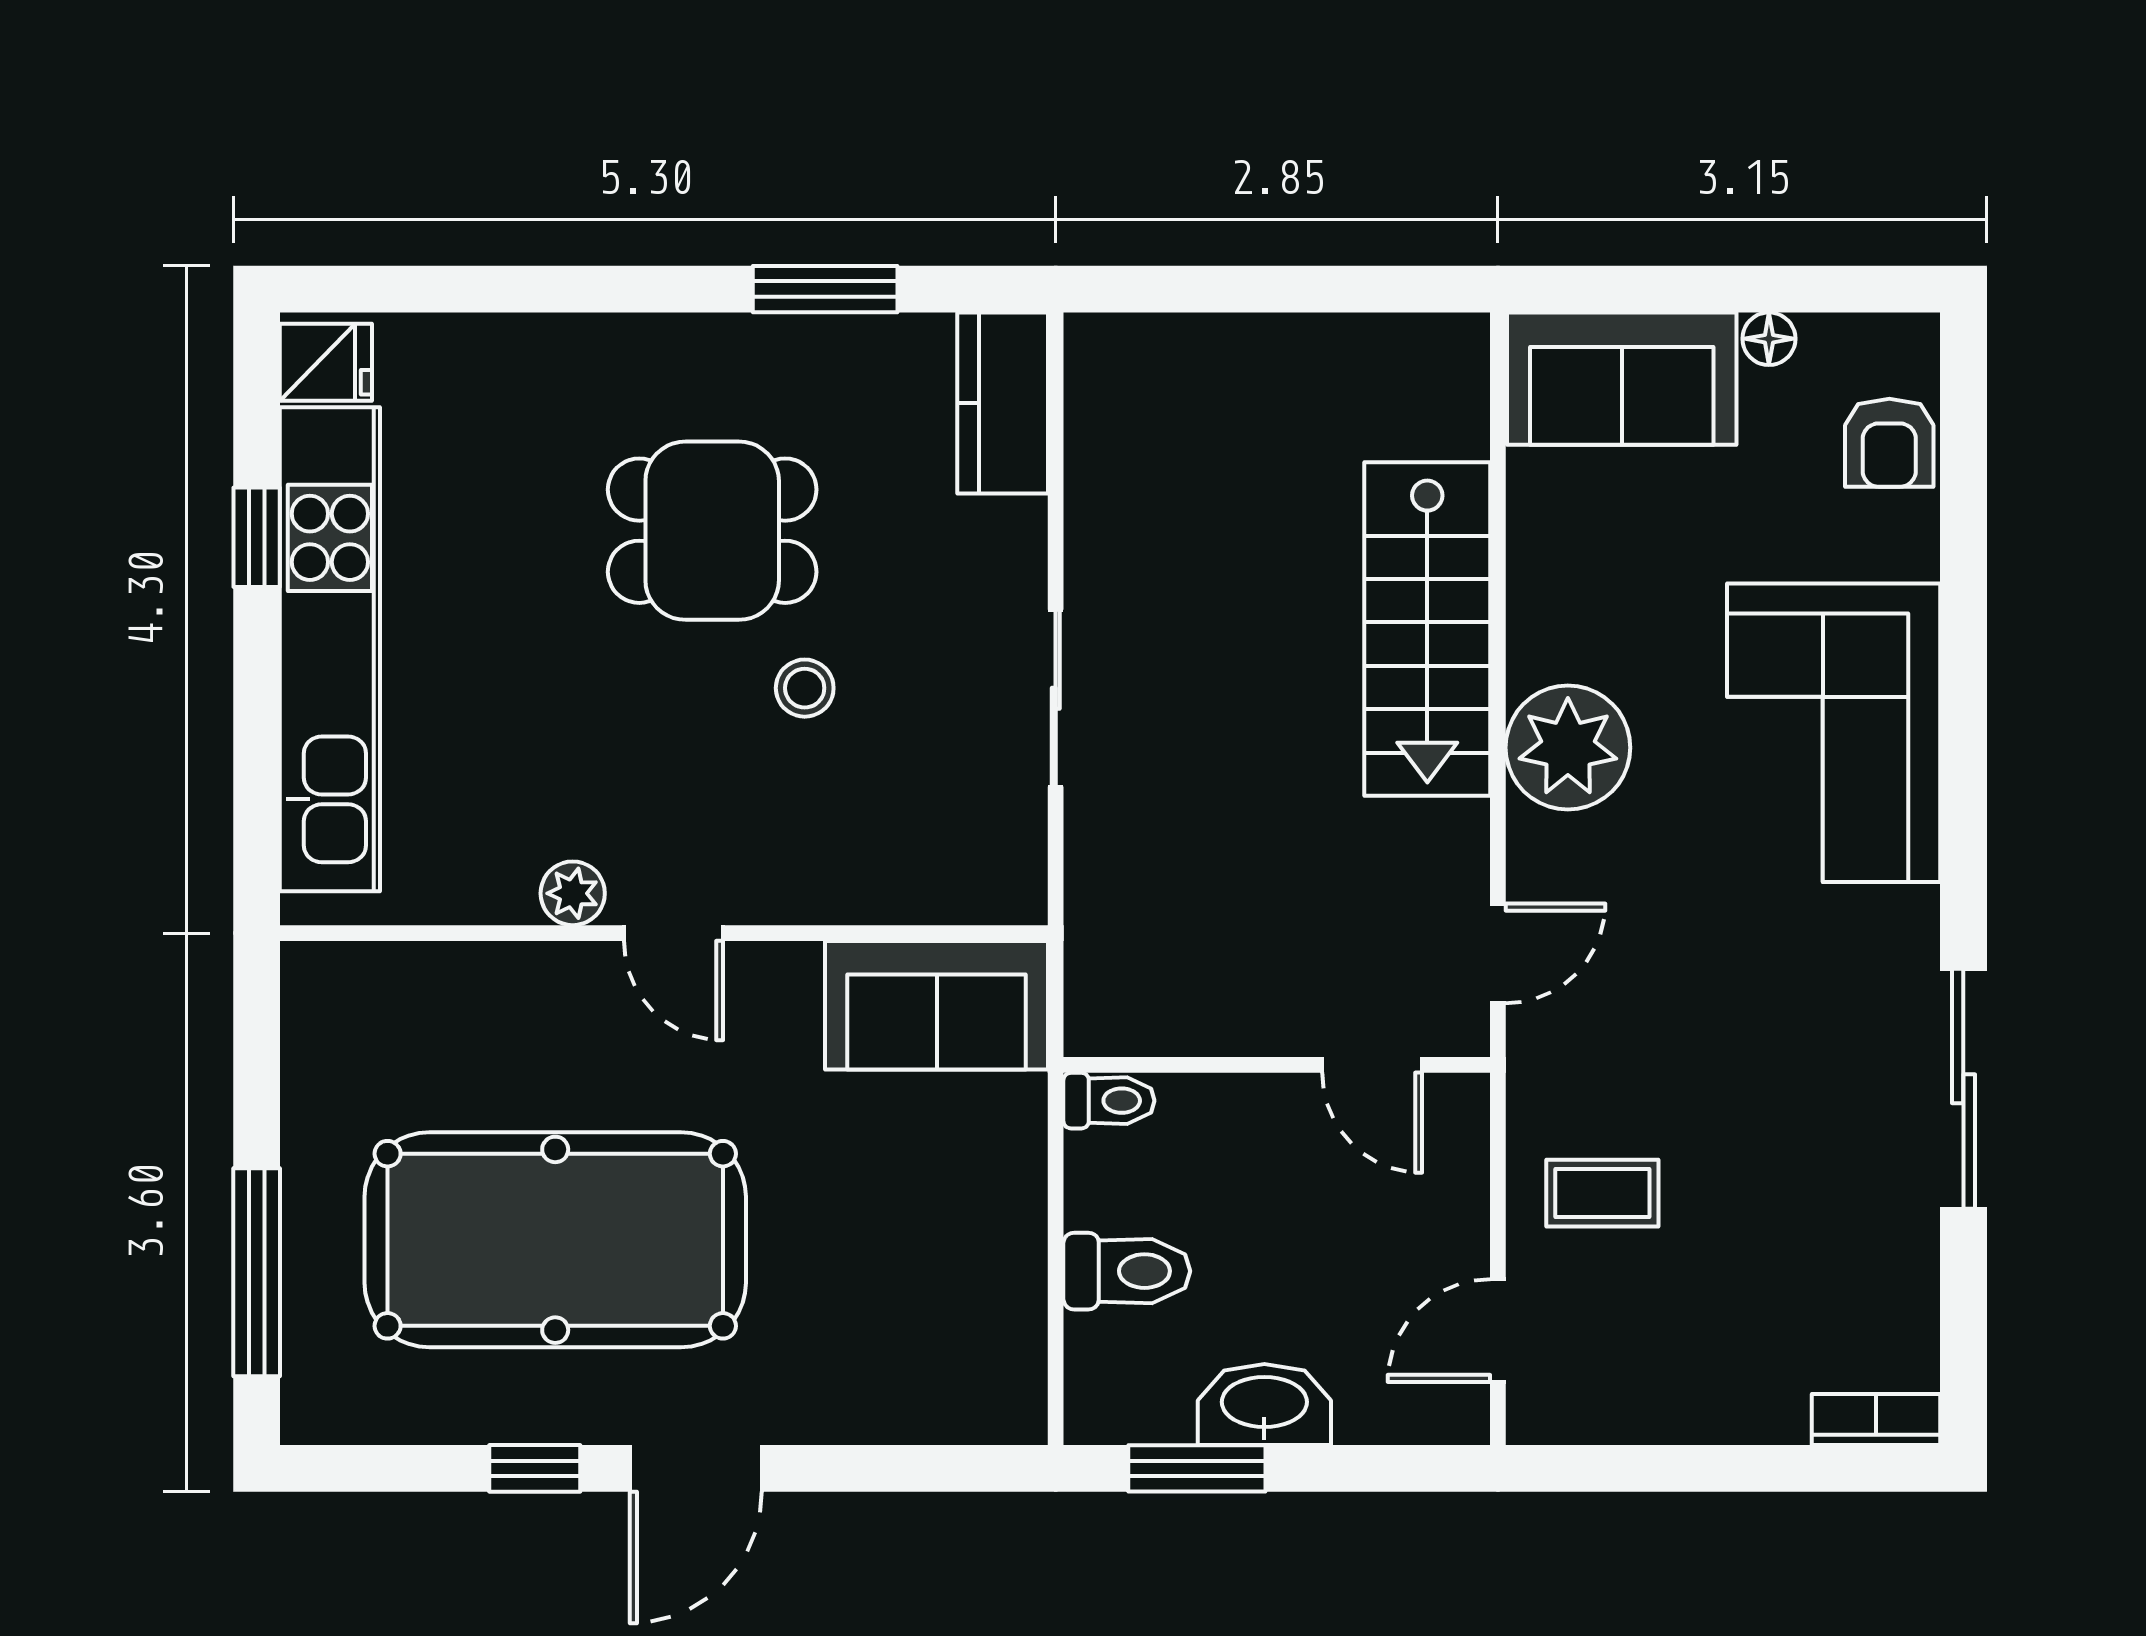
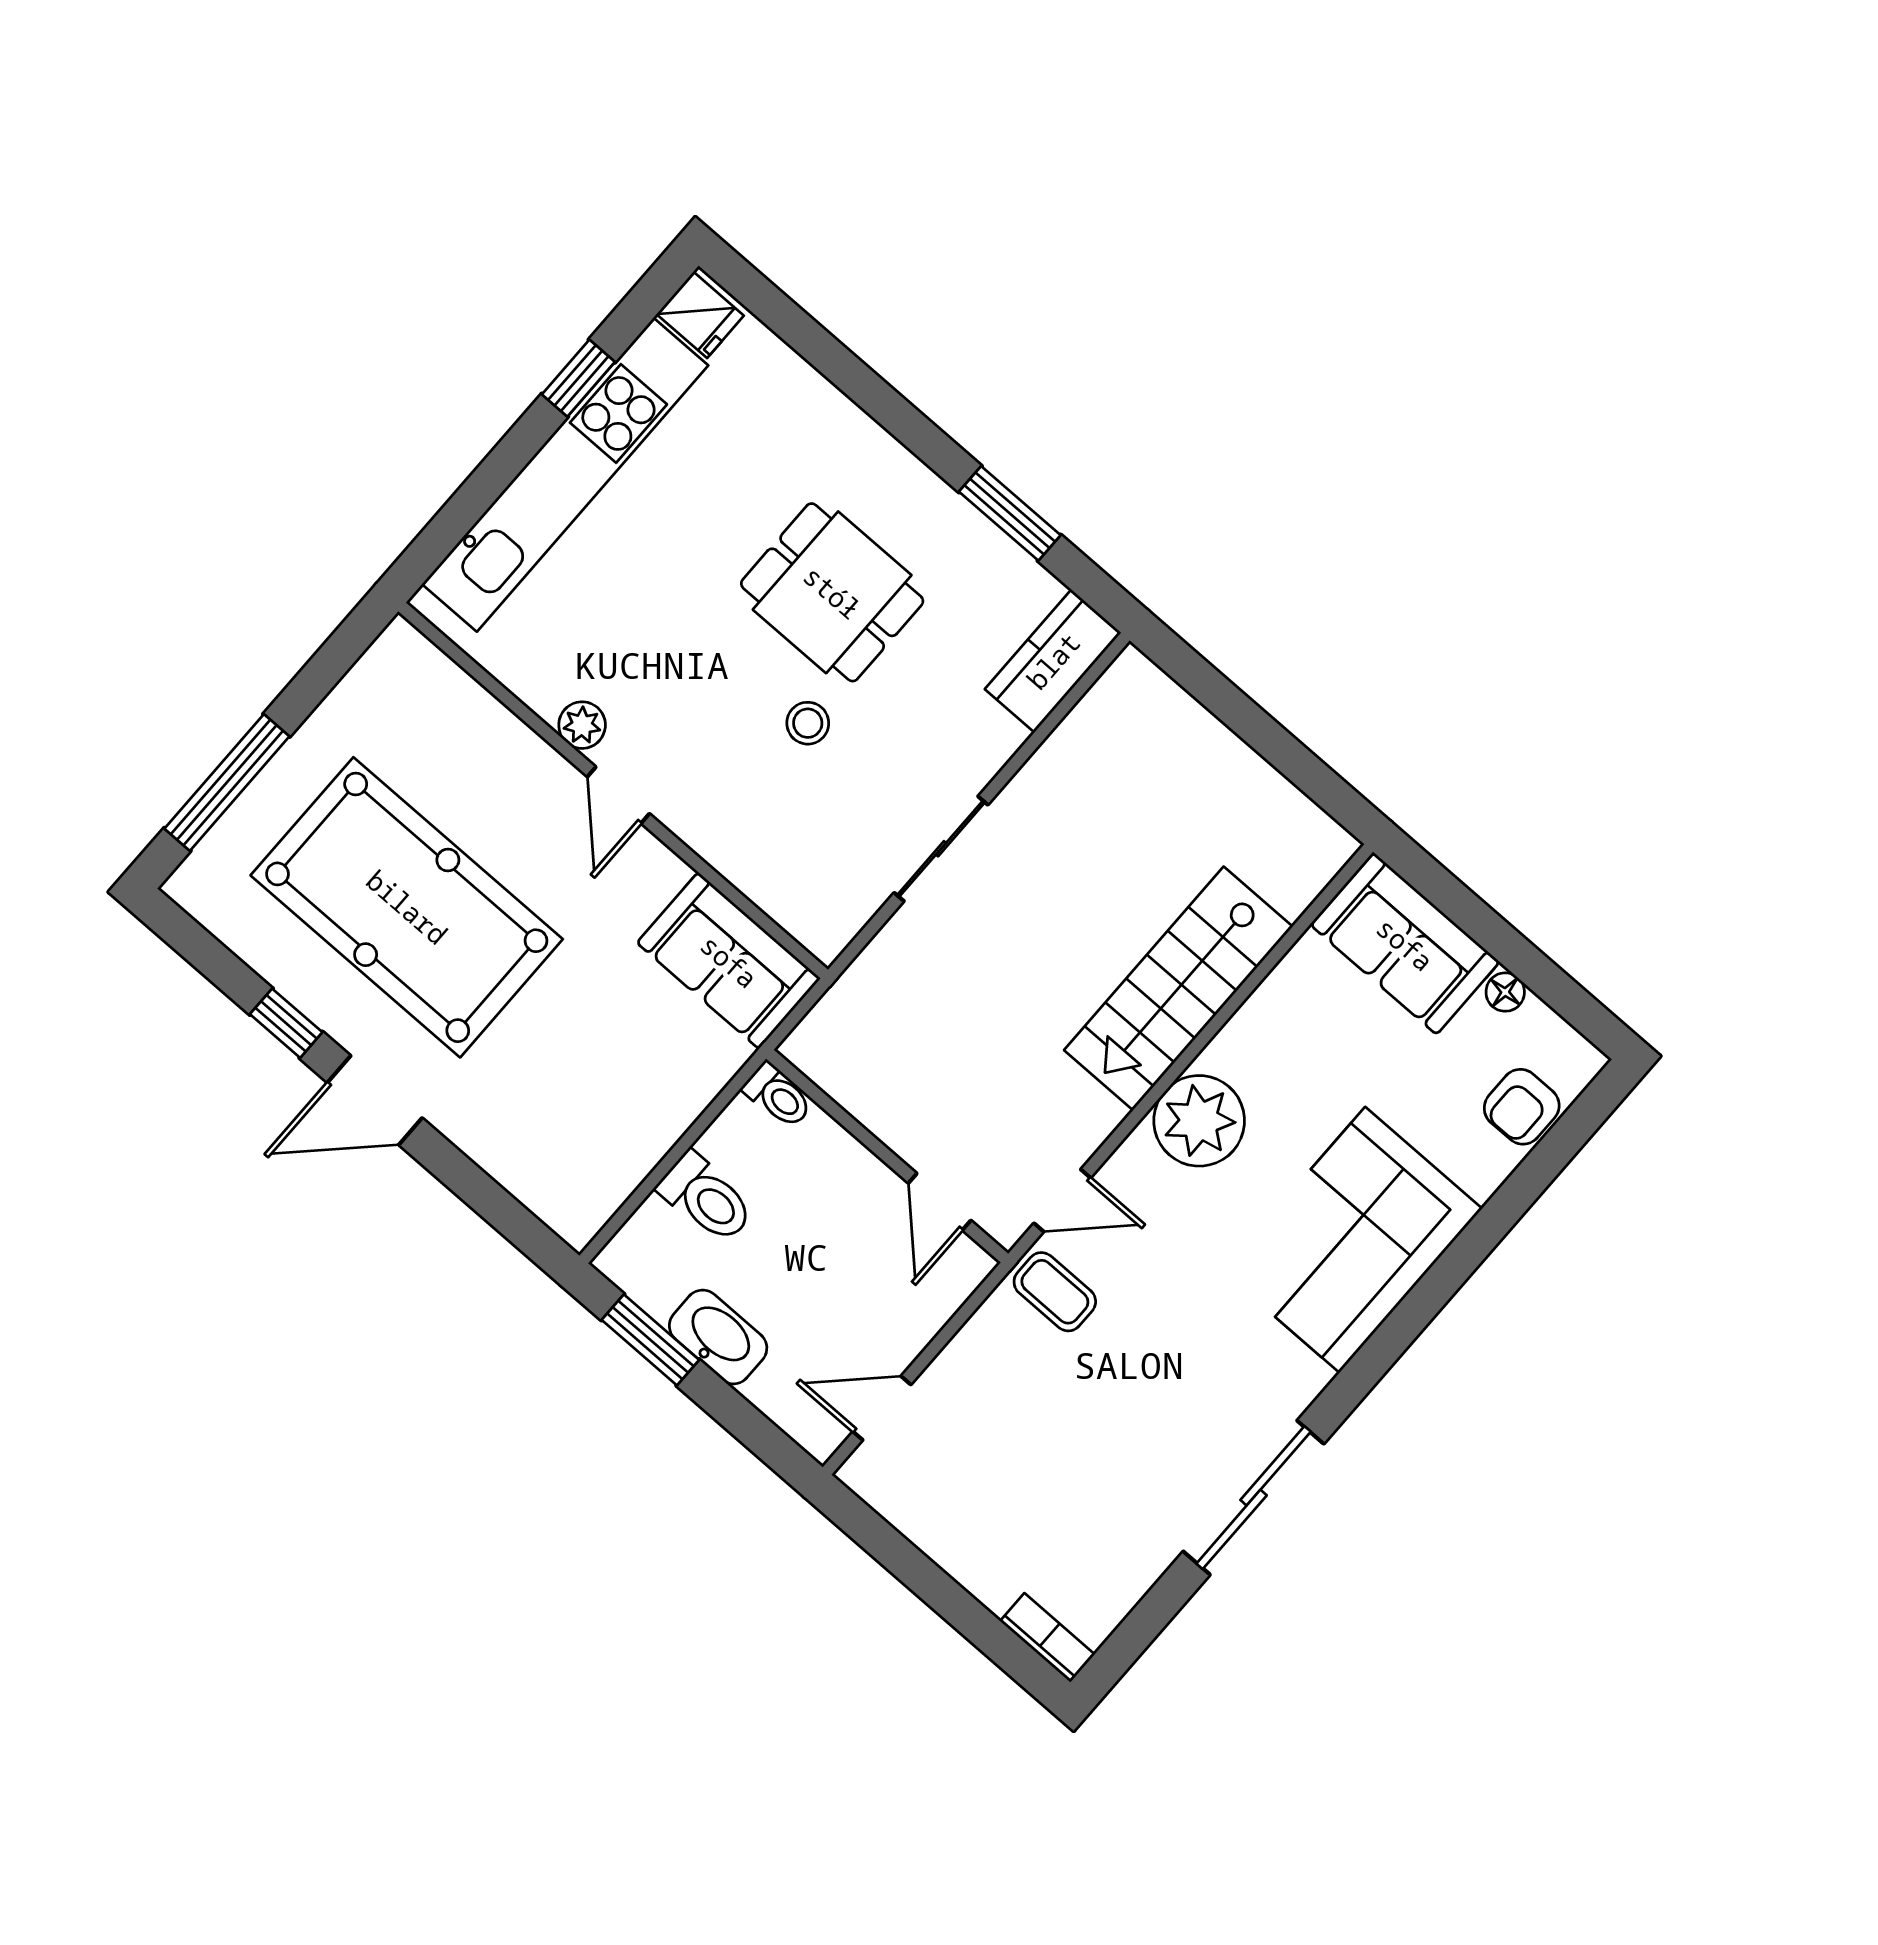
coffee table: (1602, 1193) -> (1055, 1292), moved

